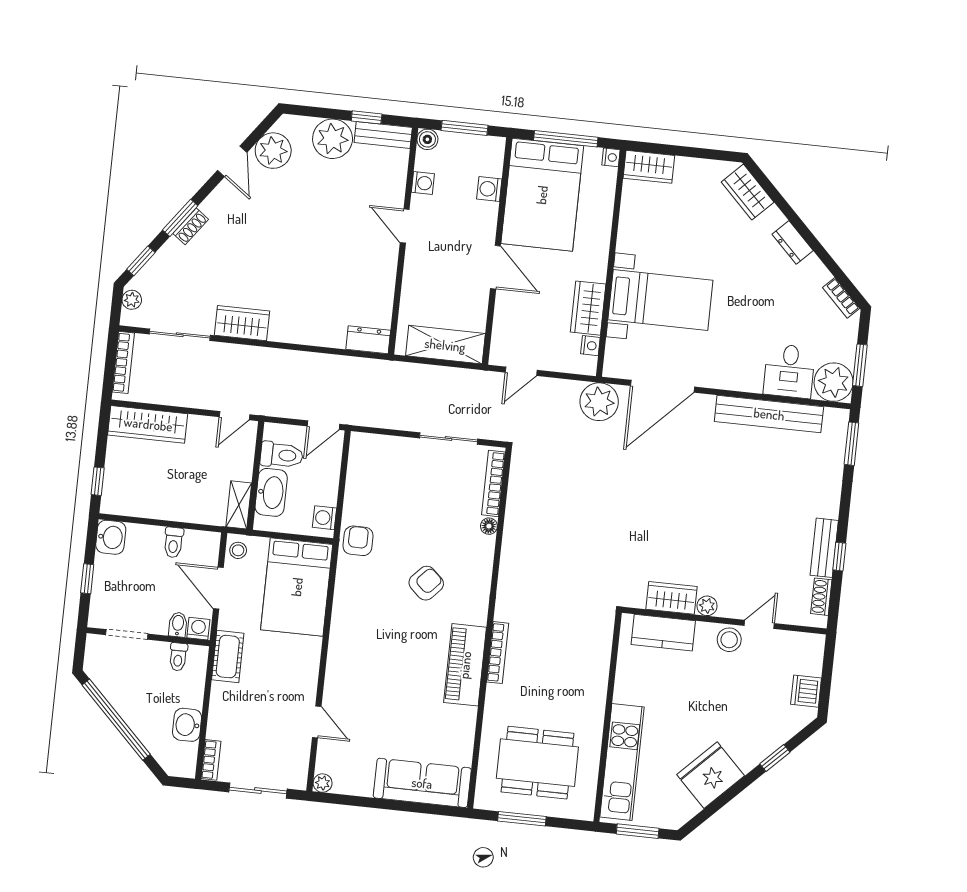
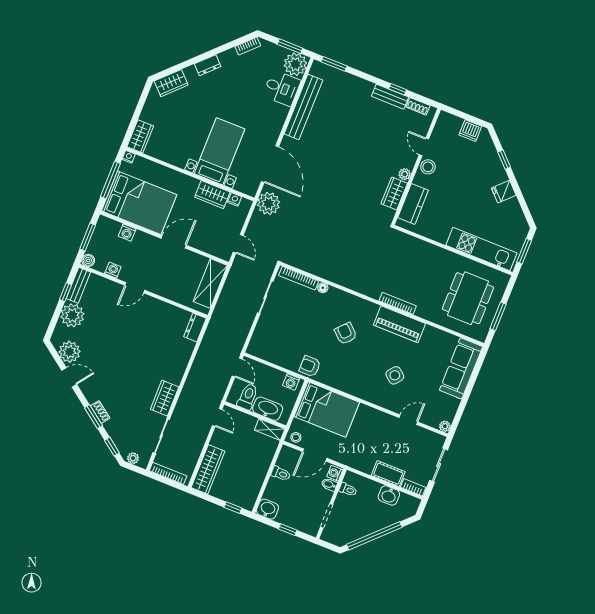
cot: (228, 657) -> (388, 474), moved
side table: (381, 680) -> (395, 375), added
fridge: (711, 775) -> (504, 192), width x0.53, depth x0.75

